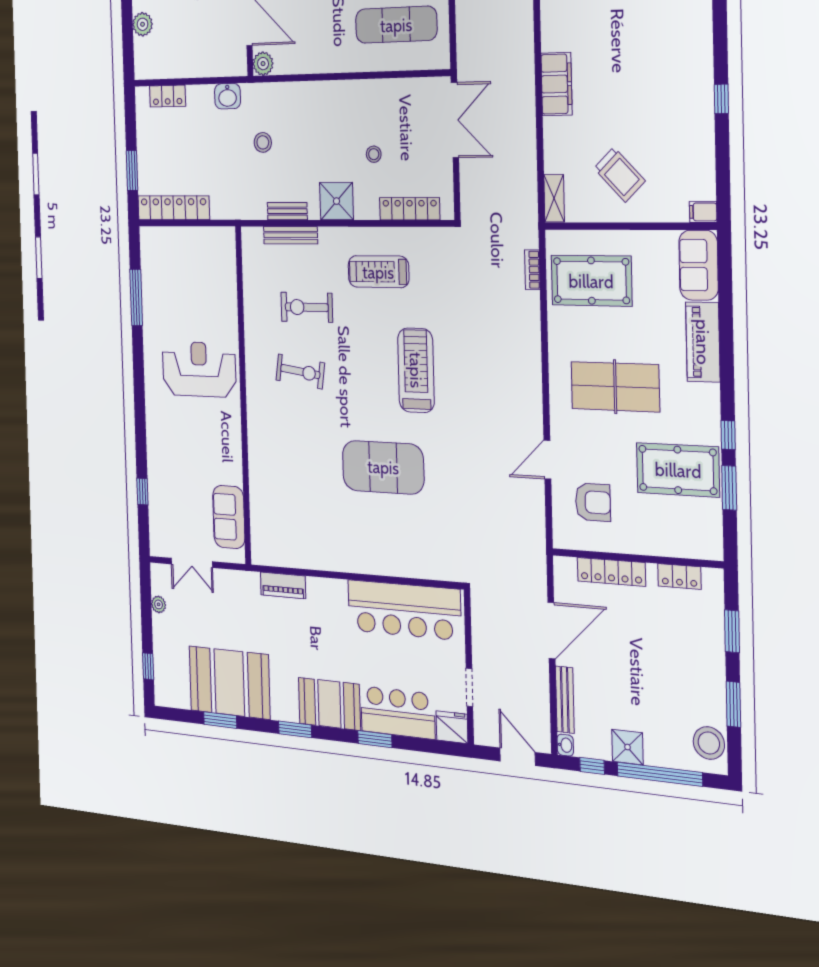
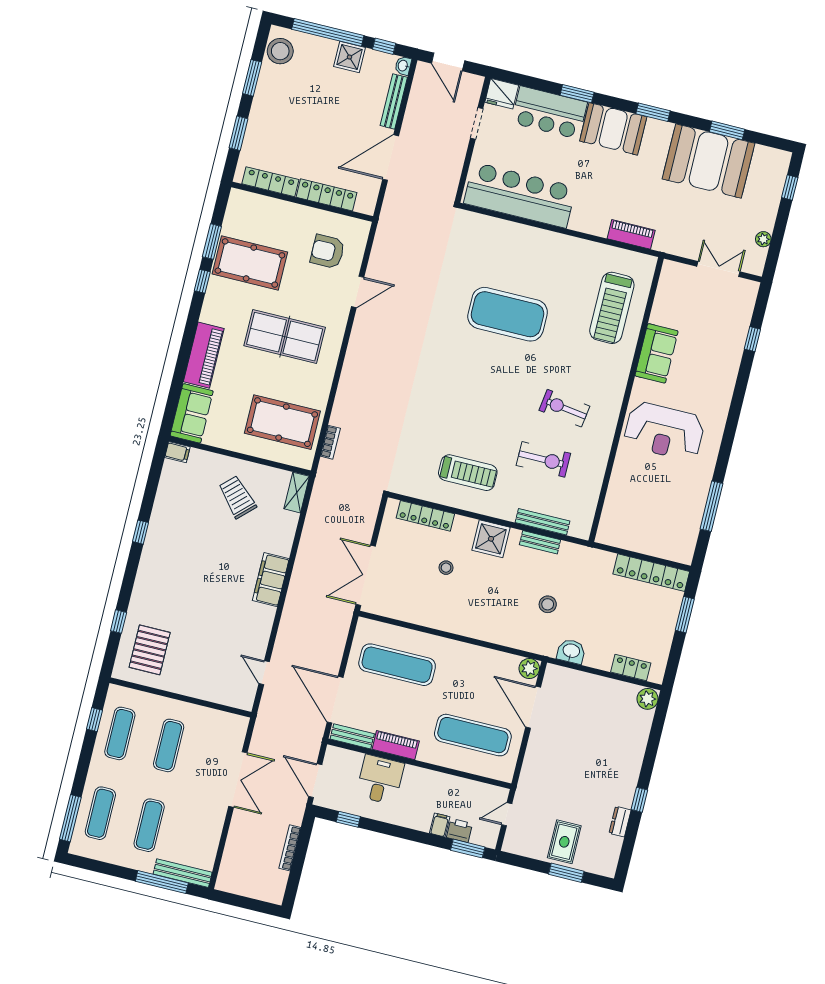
plant: (143, 24) -> (648, 699), moved
treadmill: (416, 370) -> (612, 308), moved
sofa: (229, 517) -> (656, 353), moved
locker: (679, 576) -> (270, 182), width x1.53

